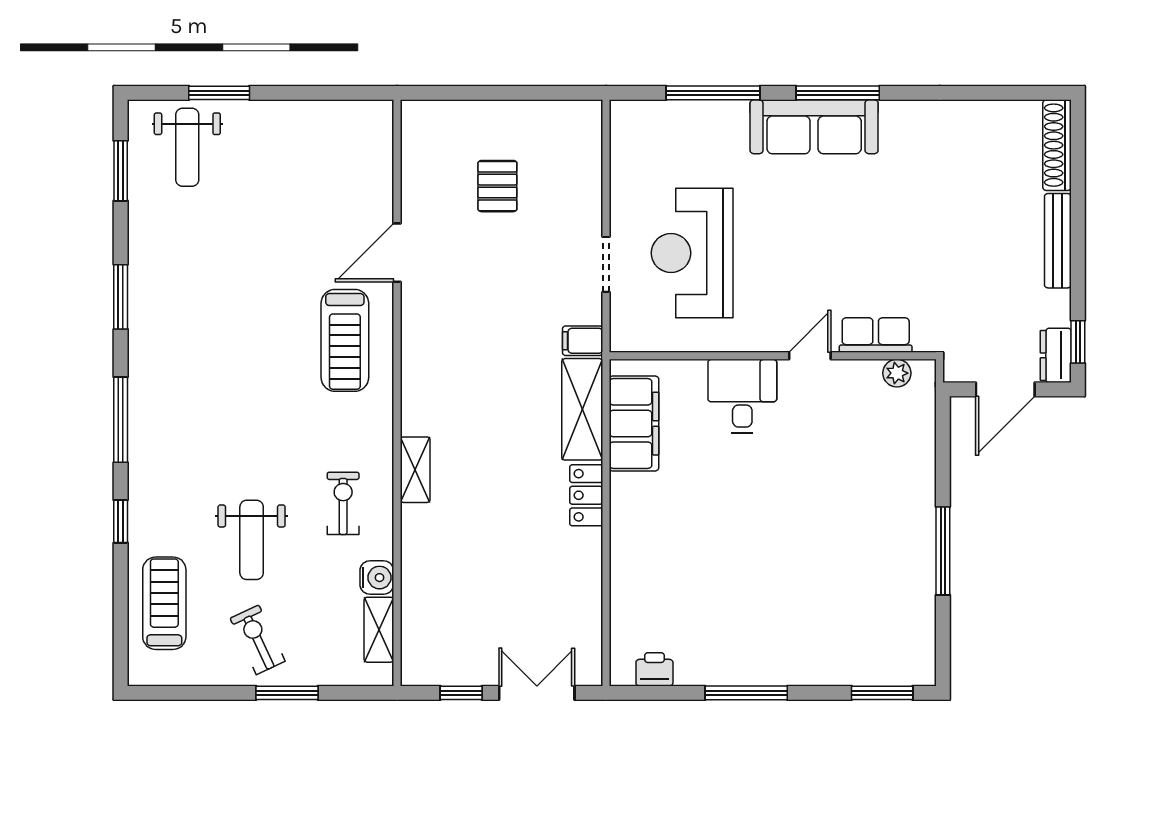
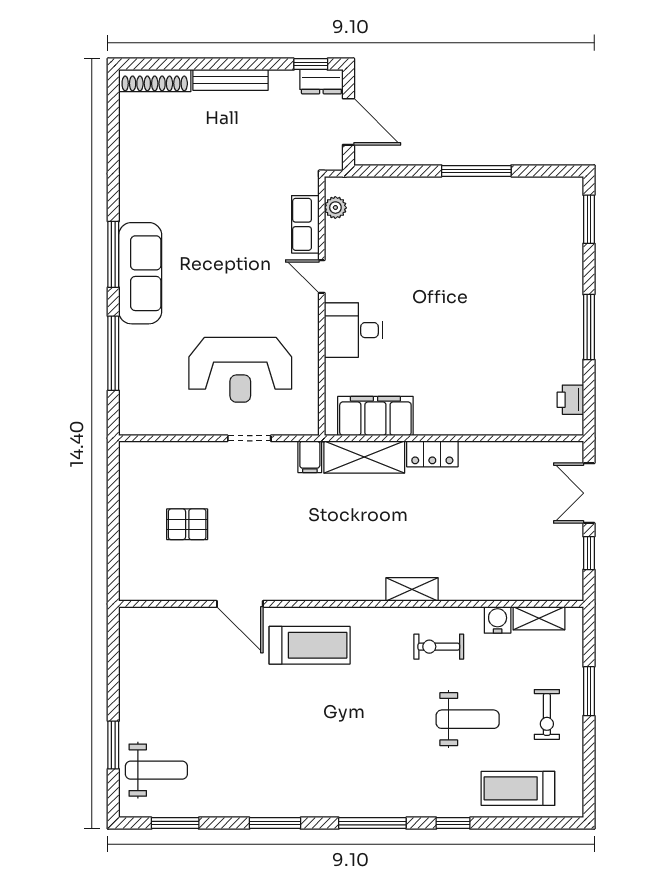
exercise bike: (258, 640) -> (547, 714), turned -65

